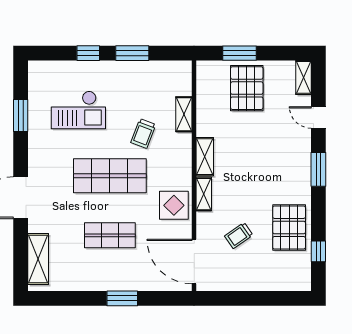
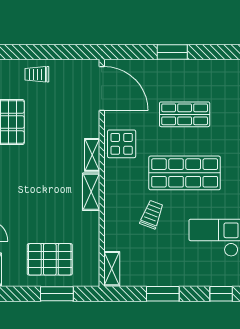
window: (88, 53) -> (221, 294), moved
pallet: (247, 88) -> (50, 259), turned 90
shelving: (184, 114) -> (112, 269), moved
trolley: (239, 236) -> (37, 74), moved, turned -145

